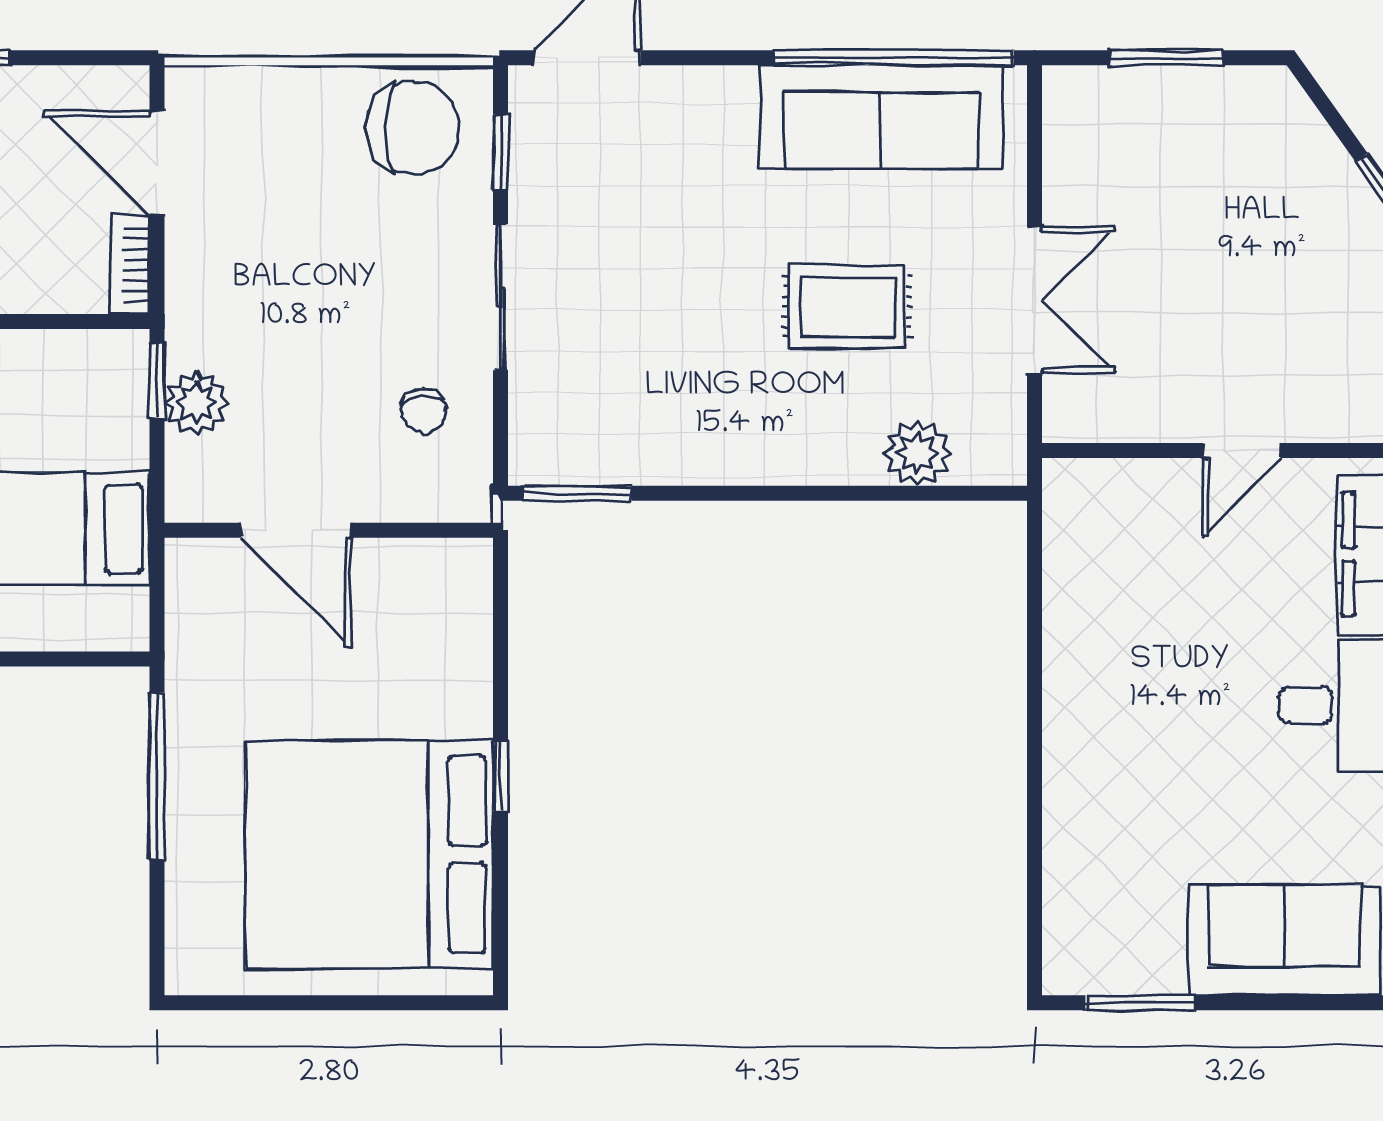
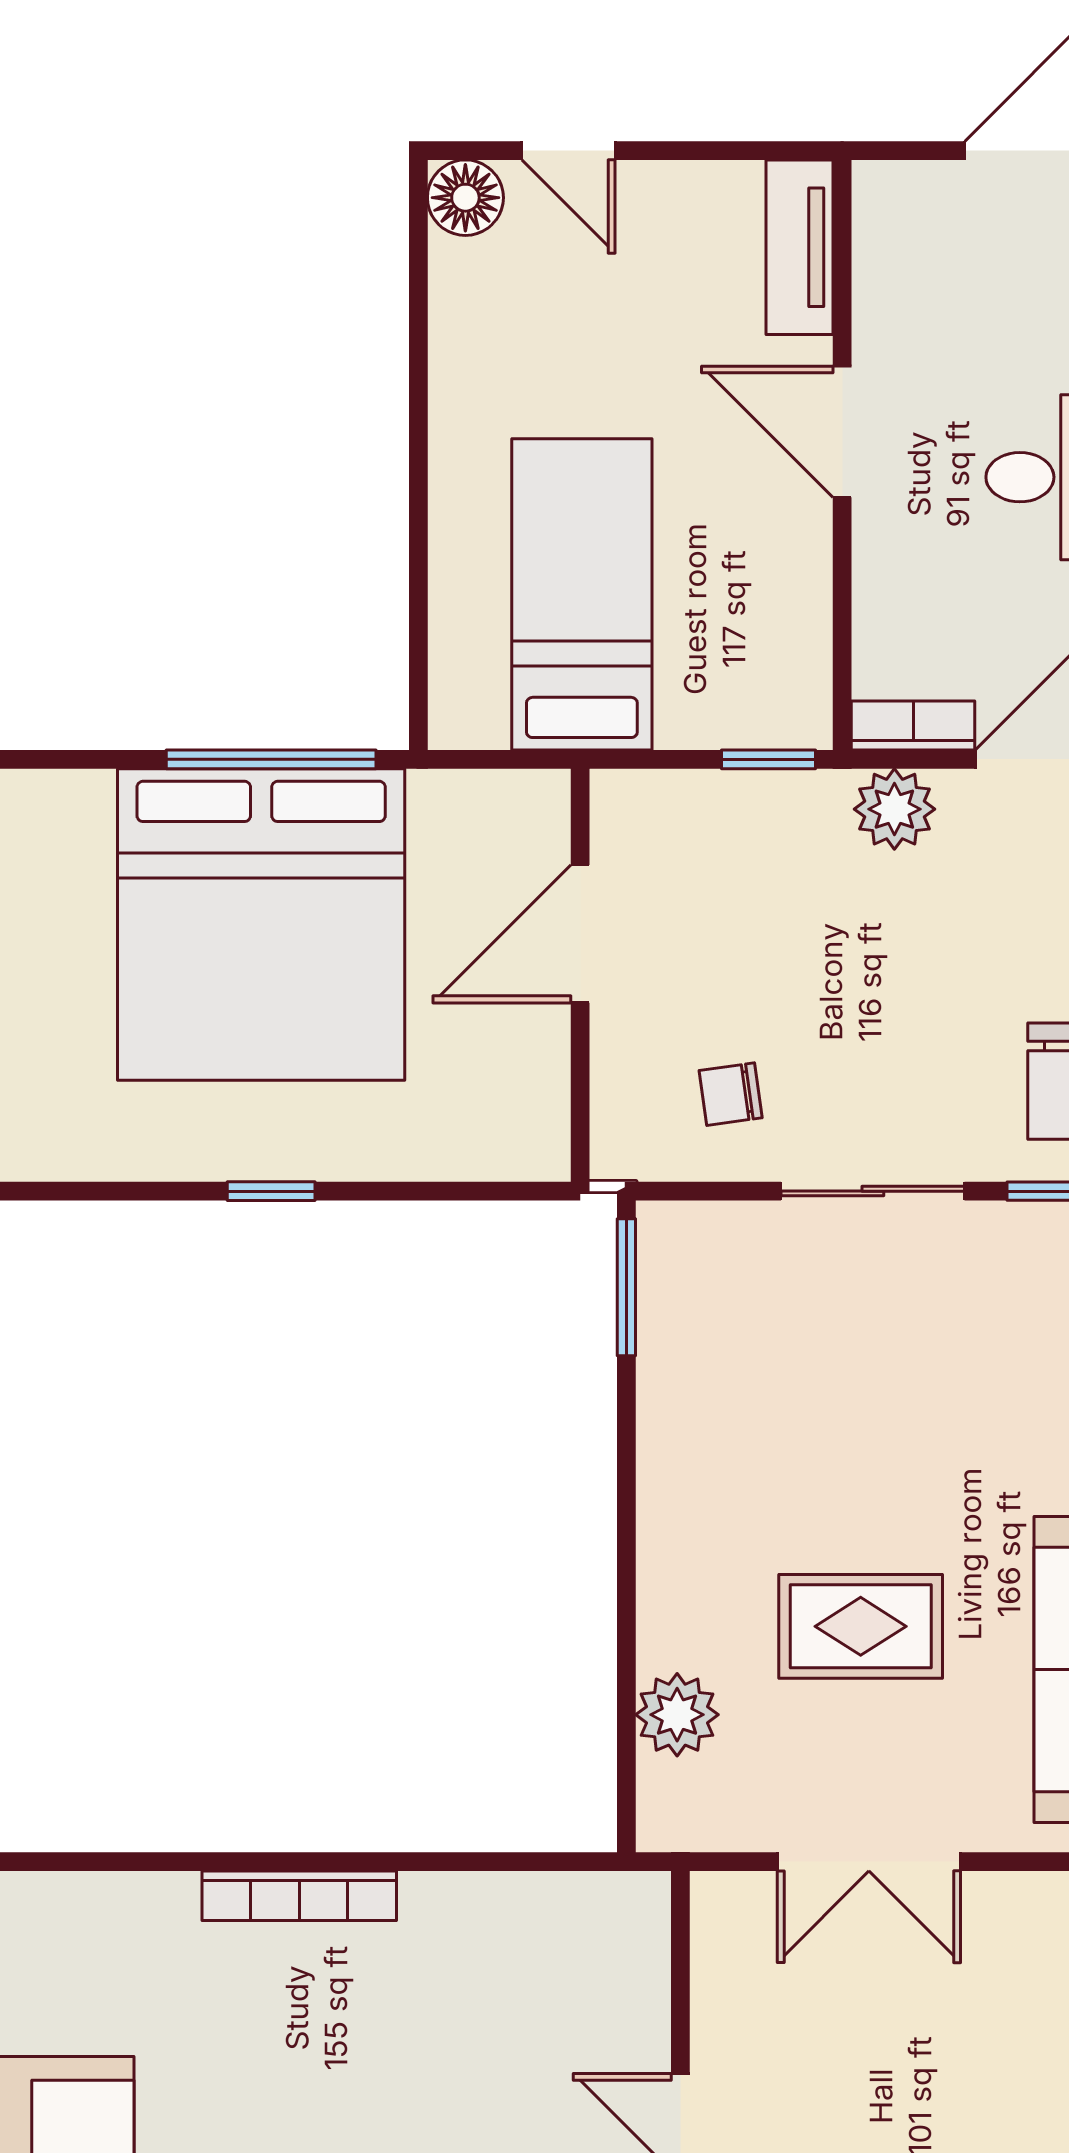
rug: (847, 307) -> (861, 1626), turned 90
plant: (196, 403) -> (894, 809), moved
bookcase: (1062, 754) -> (299, 1896), added
bed: (369, 855) -> (261, 925), moved, turned 180

